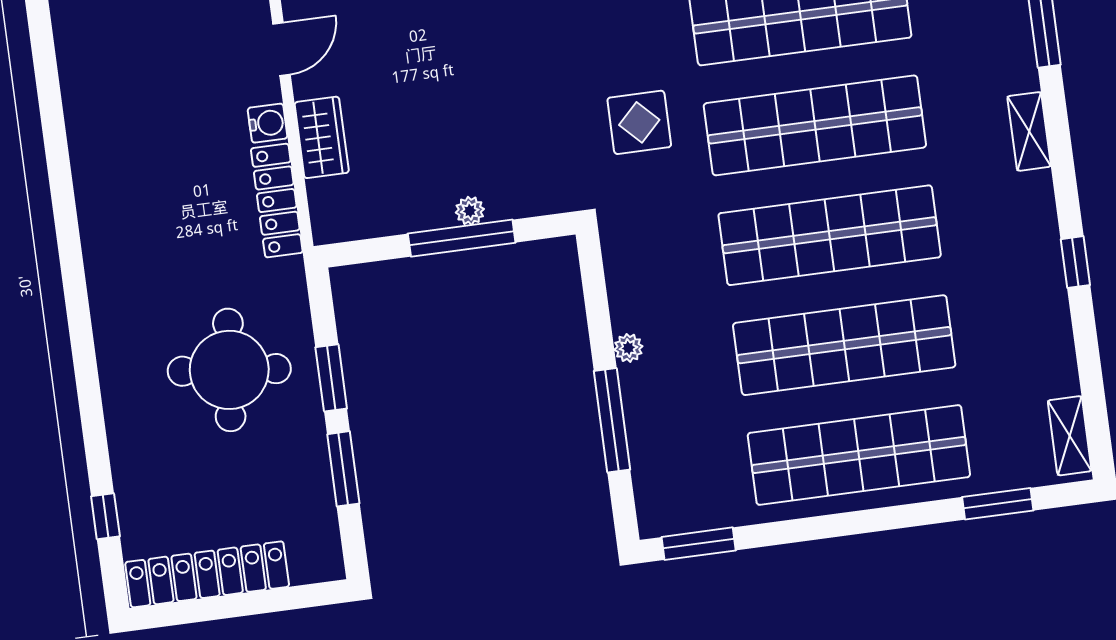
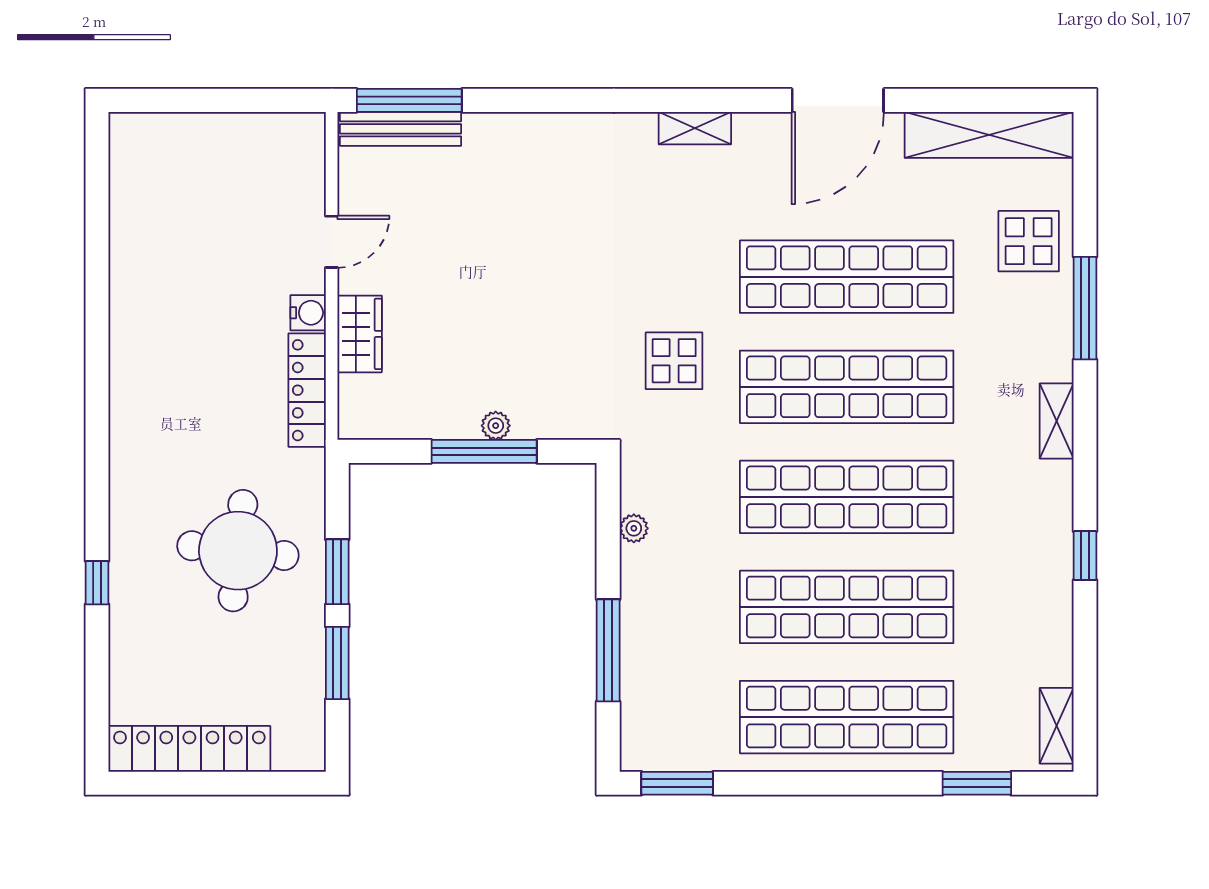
plant: (628, 348) -> (634, 528), moved
window: (105, 516) -> (97, 583), moved

